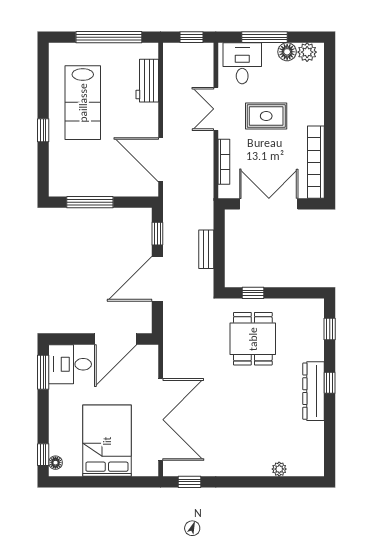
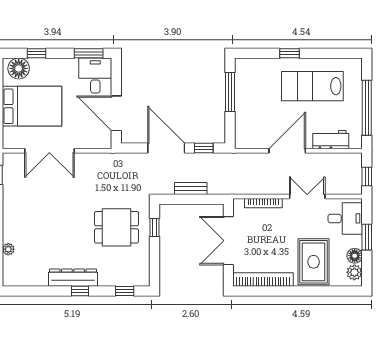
window: (265, 37) -> (367, 237), width x0.69
rug: (266, 116) -> (314, 262), moved, width x1.36, depth x1.43
door: (161, 160) -> (287, 151), moved
double door: (269, 204) -> (228, 241), swing flipped
double door: (161, 420) -> (49, 151), width x0.73
window: (43, 455) -> (36, 53), moved
floor lamp: (55, 463) -> (19, 68), width x1.89, depth x1.89

